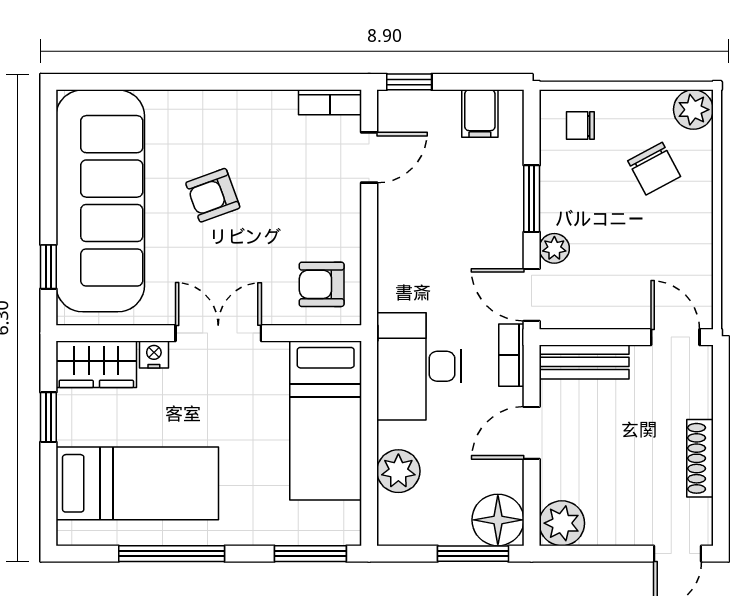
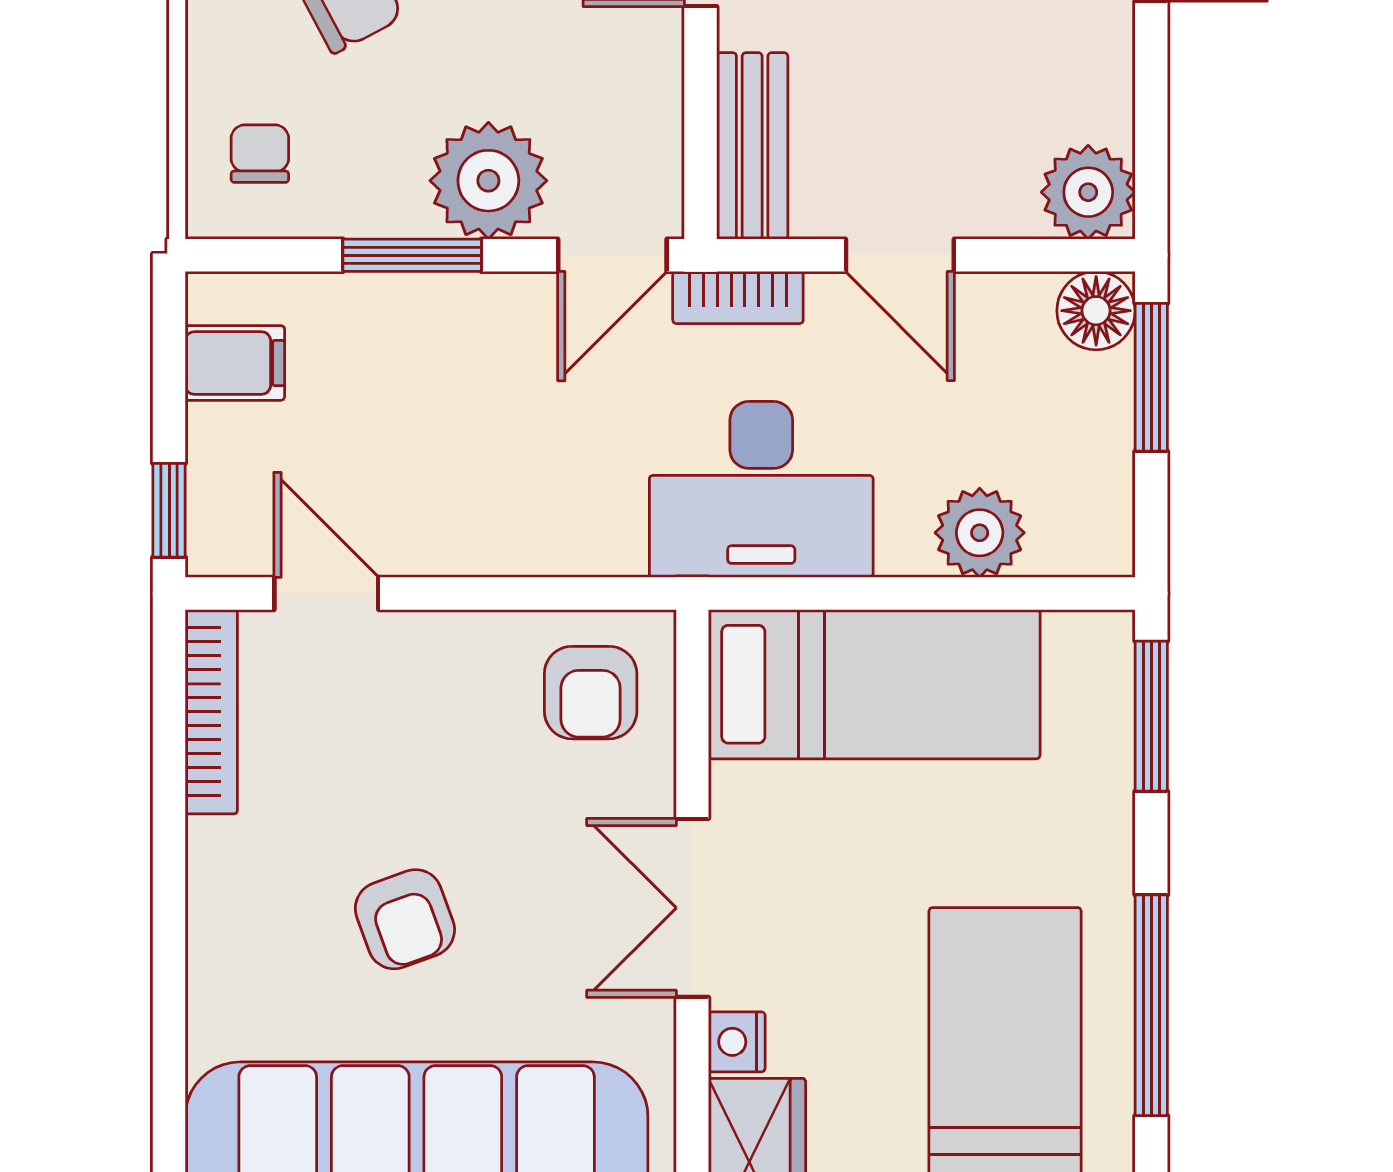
bookcase: (330, 102) -> (211, 712), width x1.56
chair: (580, 126) -> (260, 154), turned 180
plant: (554, 248) -> (488, 181), width x1.88, depth x1.88
floor lamp: (498, 520) -> (1096, 311), width x0.73, depth x0.73

